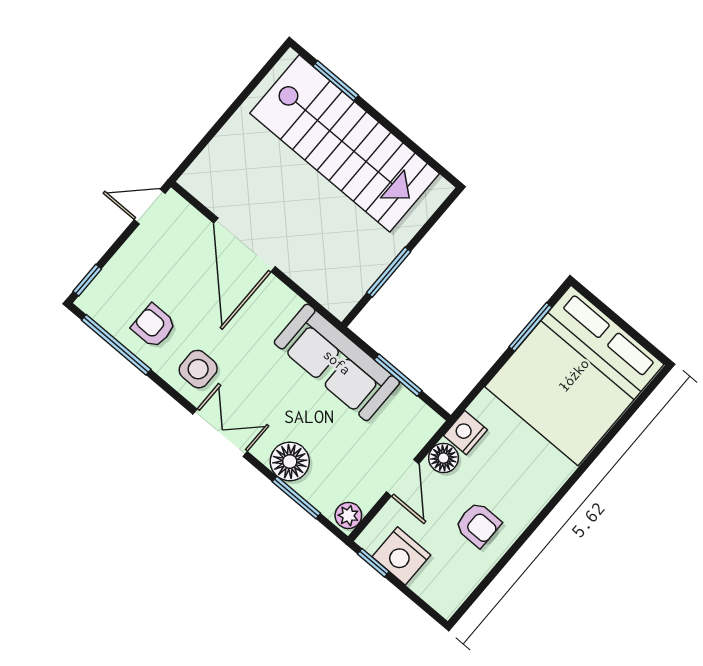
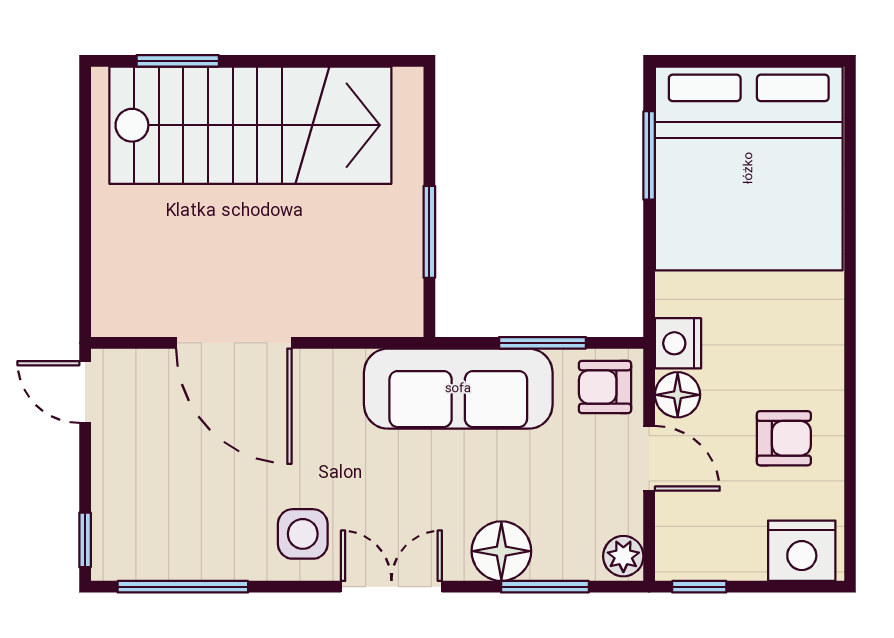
door: (150, 206) -> (85, 392), hinge flipped
armchair: (154, 326) -> (605, 387), moved
nightstand: (401, 556) -> (802, 551), moved

